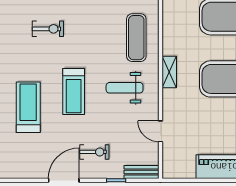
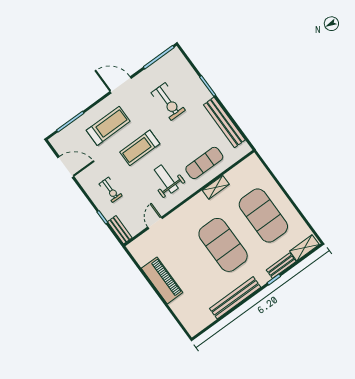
exercise bike: (48, 29) -> (168, 102), width x1.38, depth x1.39
shelving: (169, 72) -> (216, 187), moved
door: (64, 180) -> (66, 167), moved

